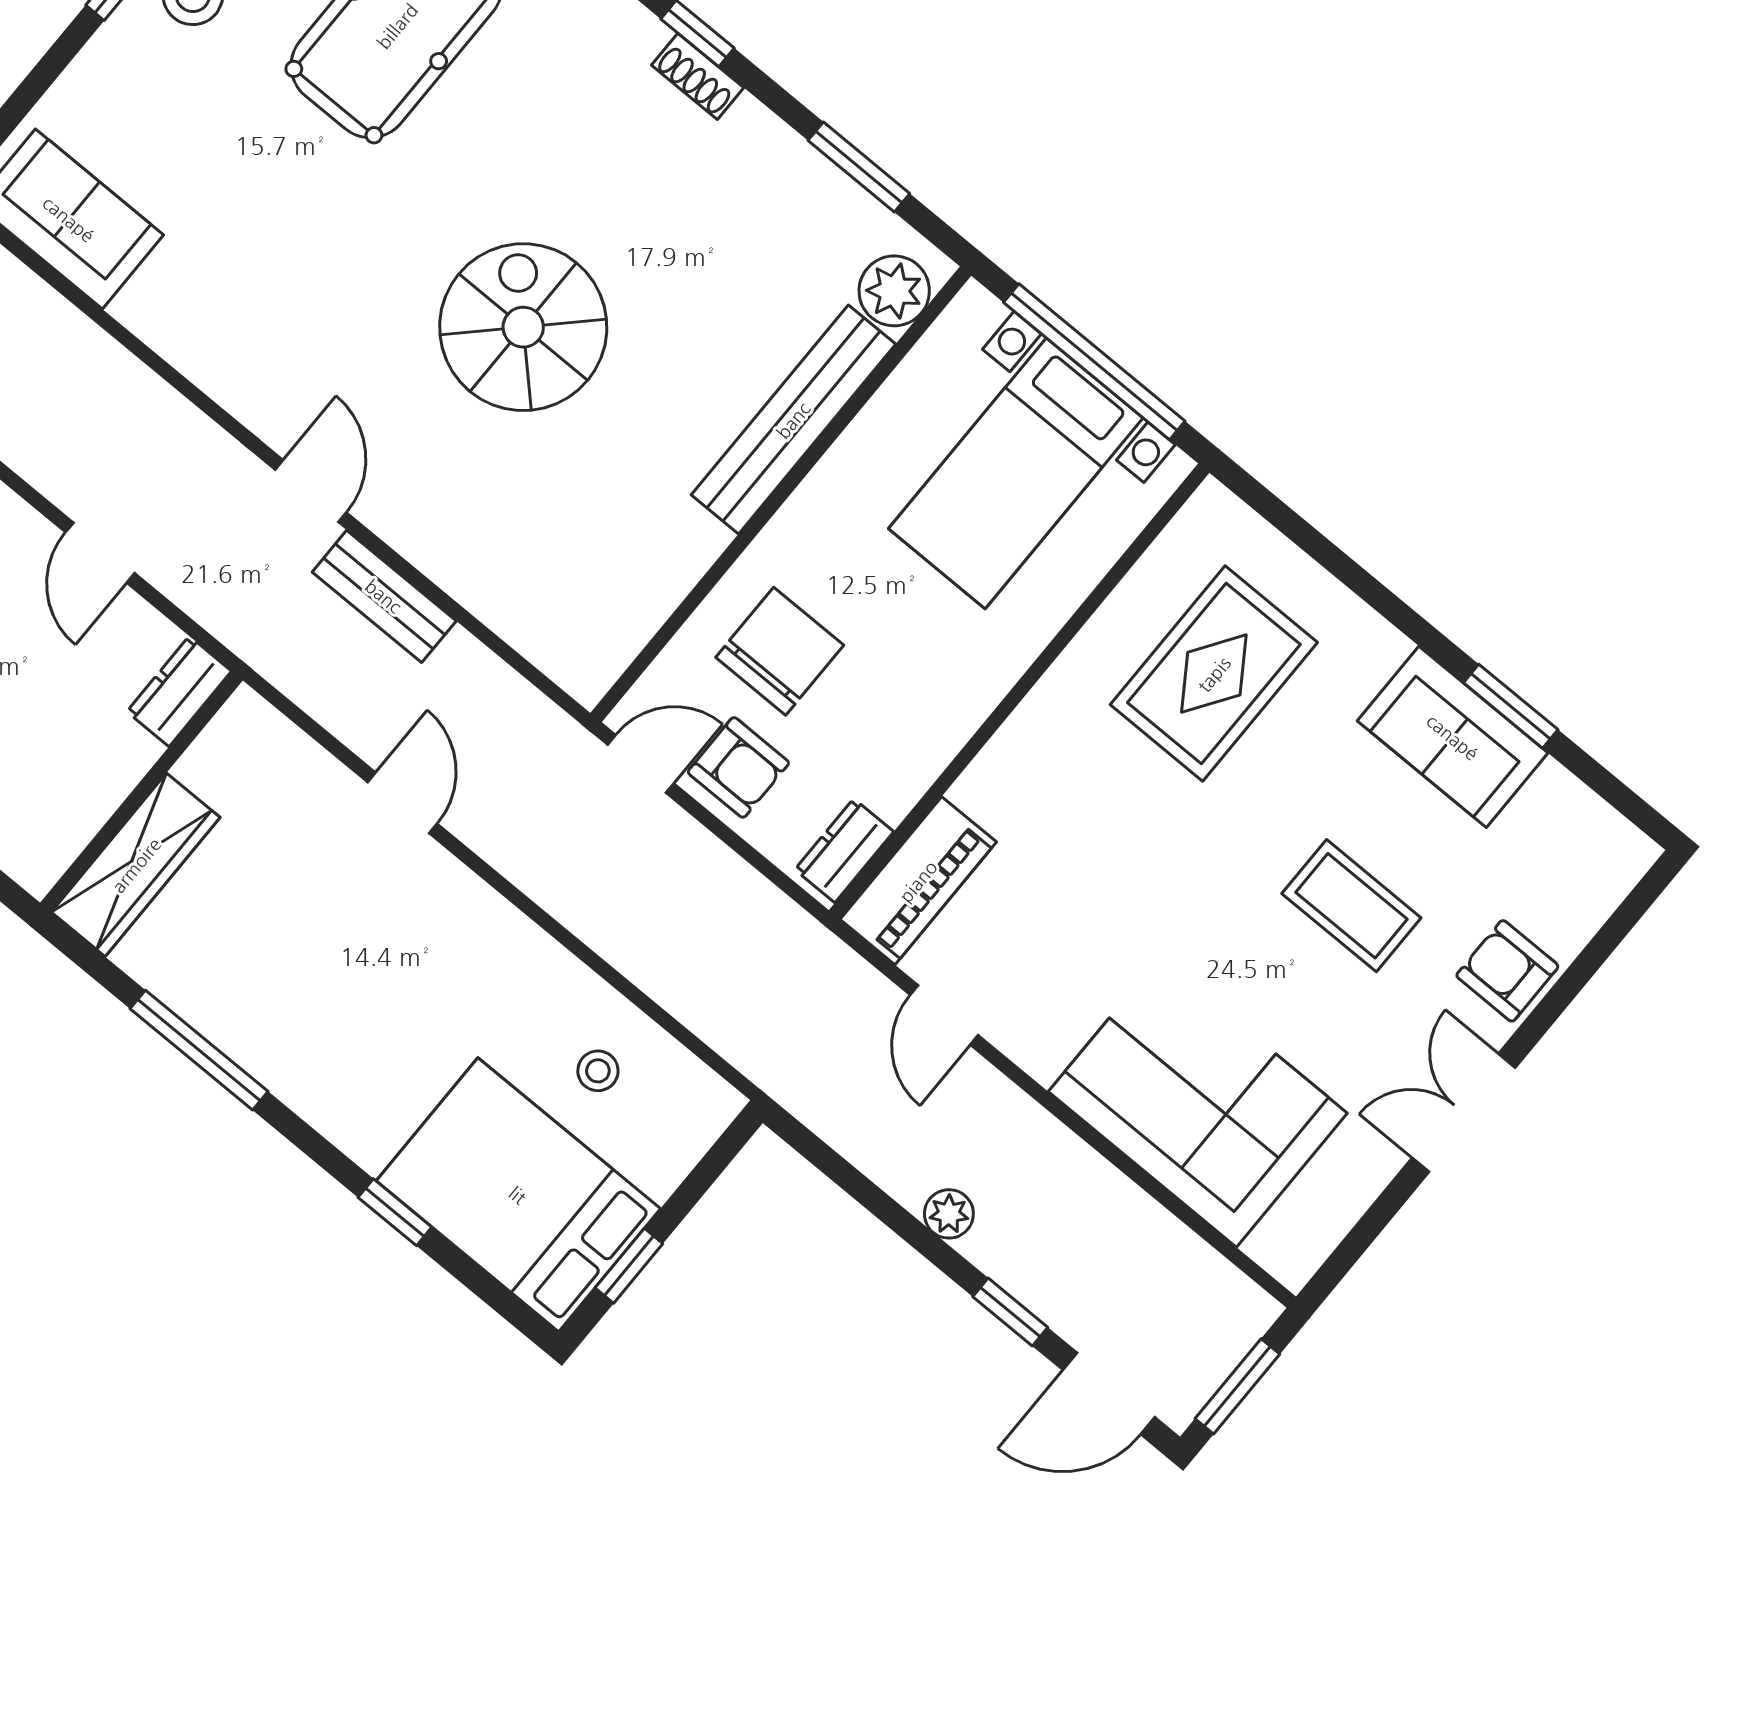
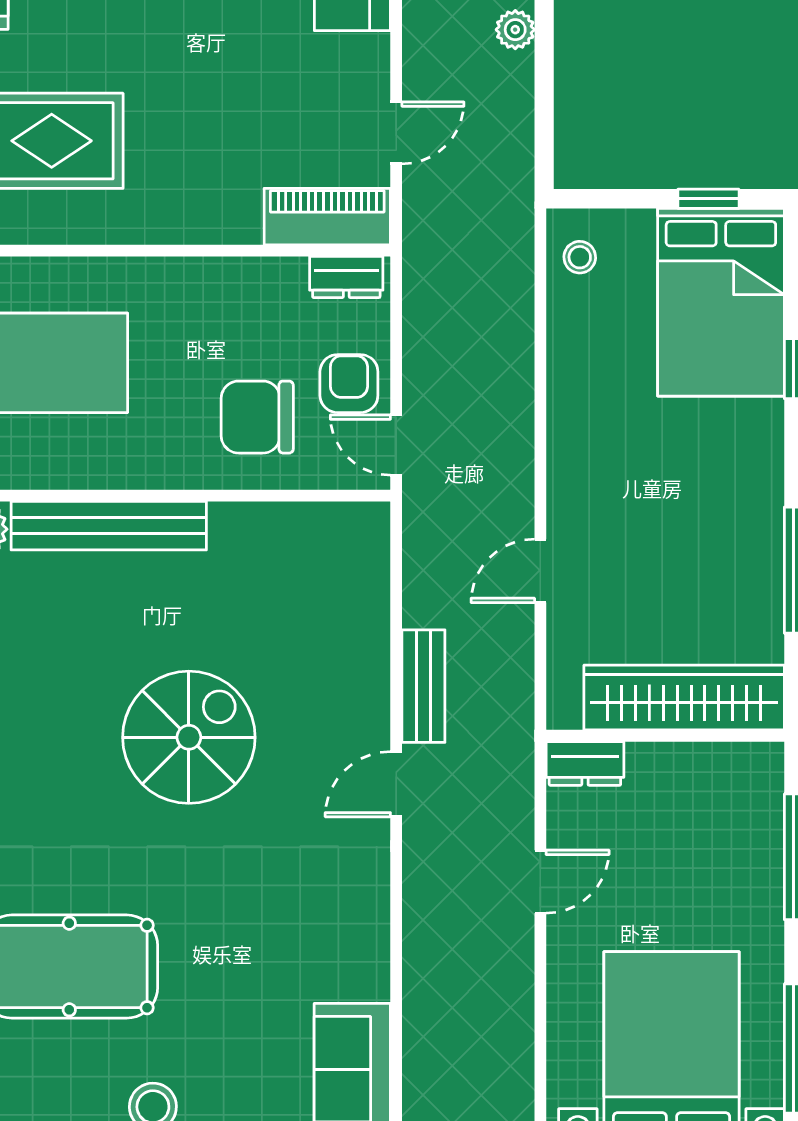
spiral stairs: (523, 327) -> (189, 737), turned 180
wardrobe: (136, 865) -> (684, 698), width x1.40, depth x1.17
stool: (598, 1071) -> (580, 257), moved

